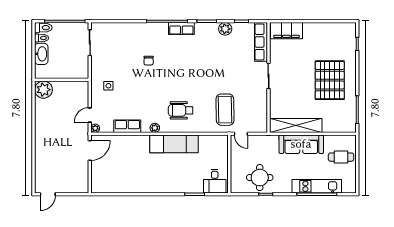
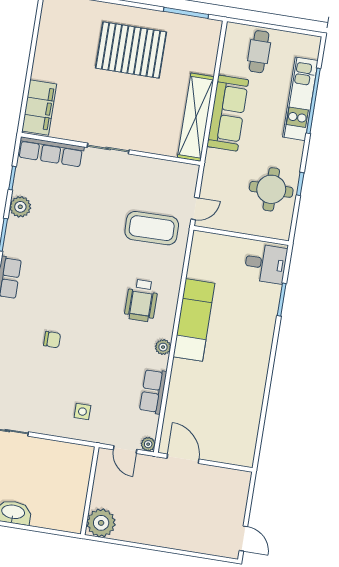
wall: (62, 80) -> (90, 491), moved
plant: (43, 90) -> (101, 523), moved

